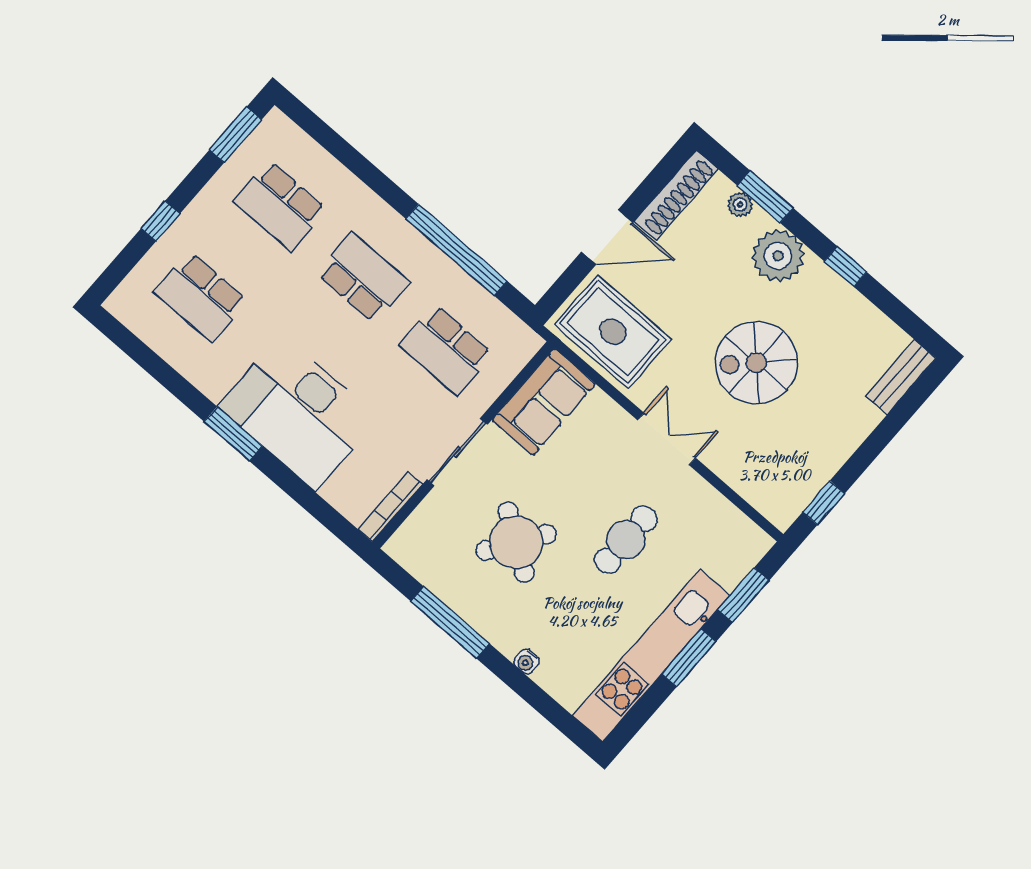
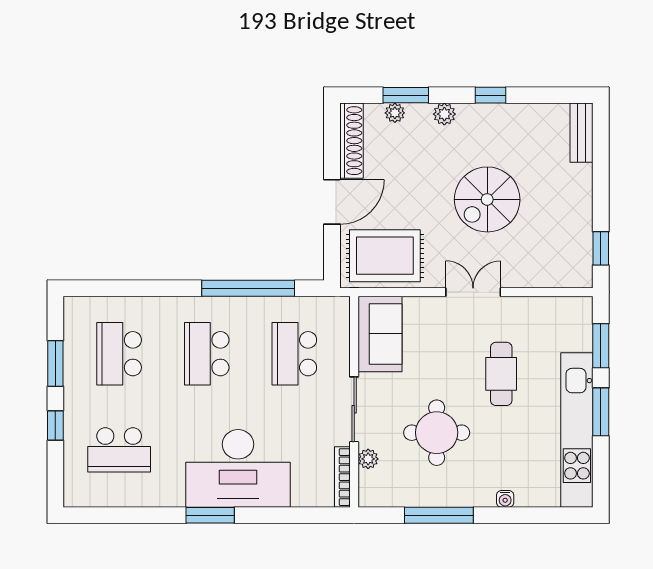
window: (235, 135) -> (55, 363), moved
school desk: (280, 206) -> (119, 354), turned 90
plant: (778, 256) -> (444, 114), width x0.53, depth x0.53
school desk: (363, 278) -> (207, 354), turned -90
school desk: (446, 350) -> (294, 354), turned 90
plant: (430, 511) -> (368, 459), added
round table: (516, 542) -> (437, 433), turned -34

